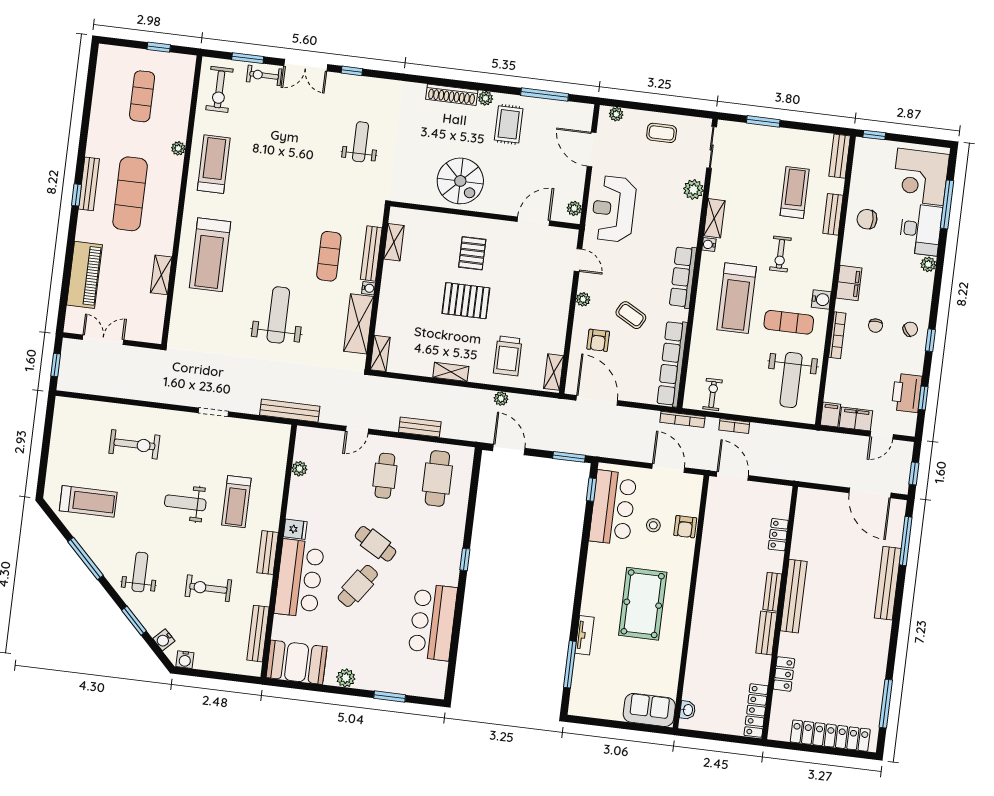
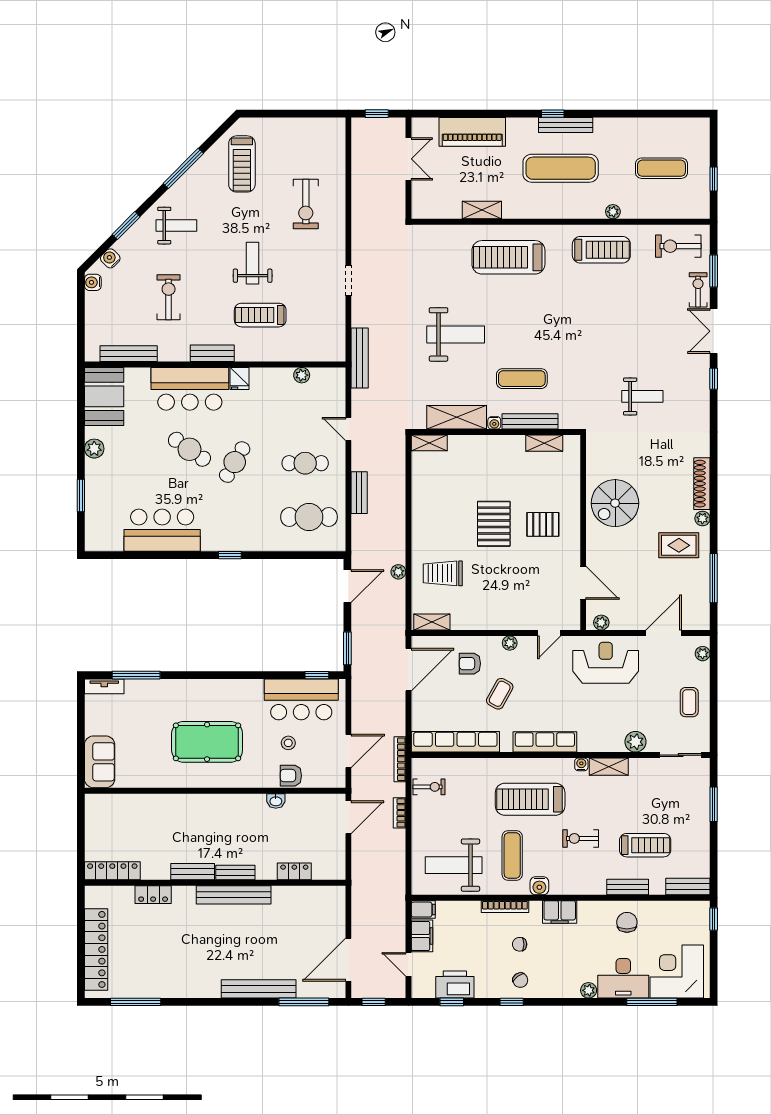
shelving: (451, 372) -> (419, 517), removed
tv unit: (584, 635) -> (104, 686), moved
washbasin: (688, 710) -> (276, 801), moved

